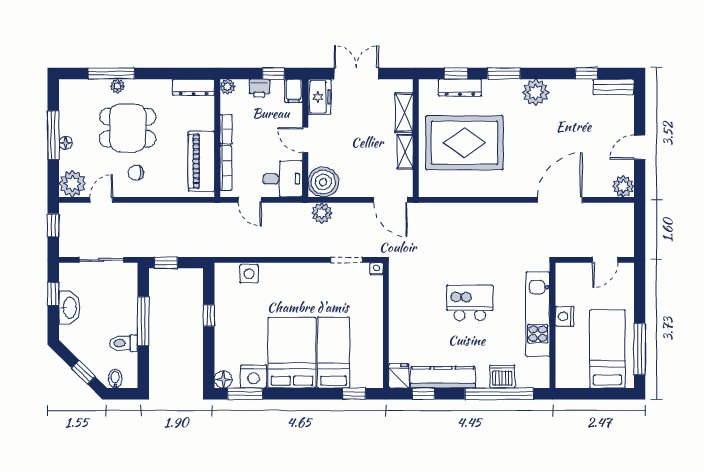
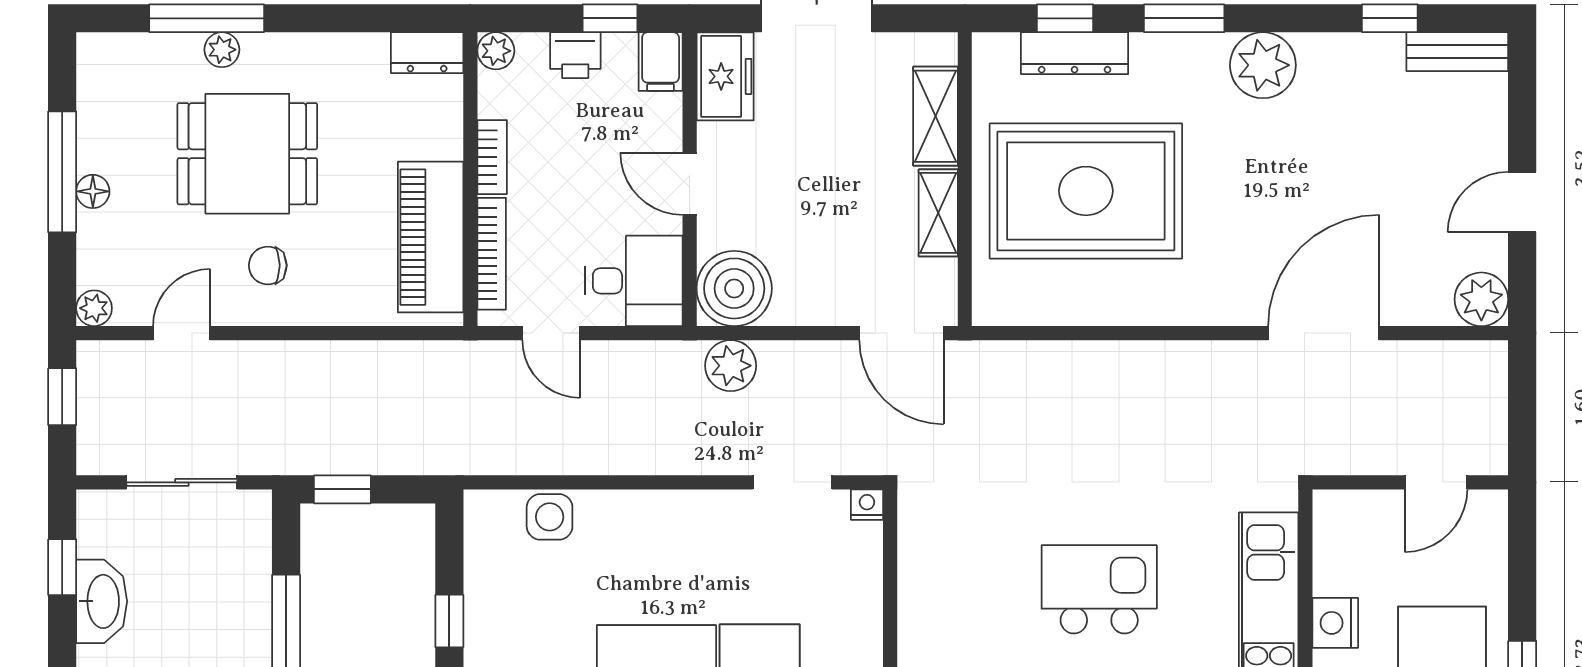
dresser: (193, 87) -> (427, 53), width x0.70
plant: (72, 184) -> (94, 308), width x0.53, depth x0.53

